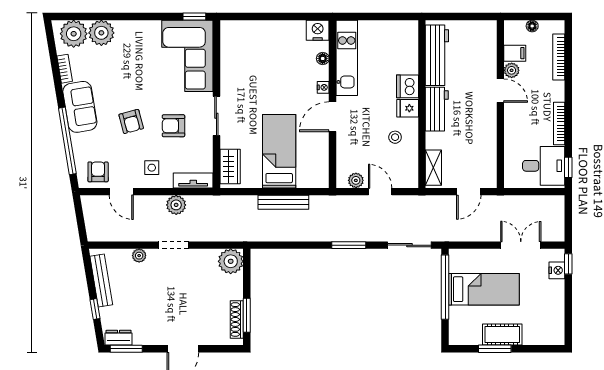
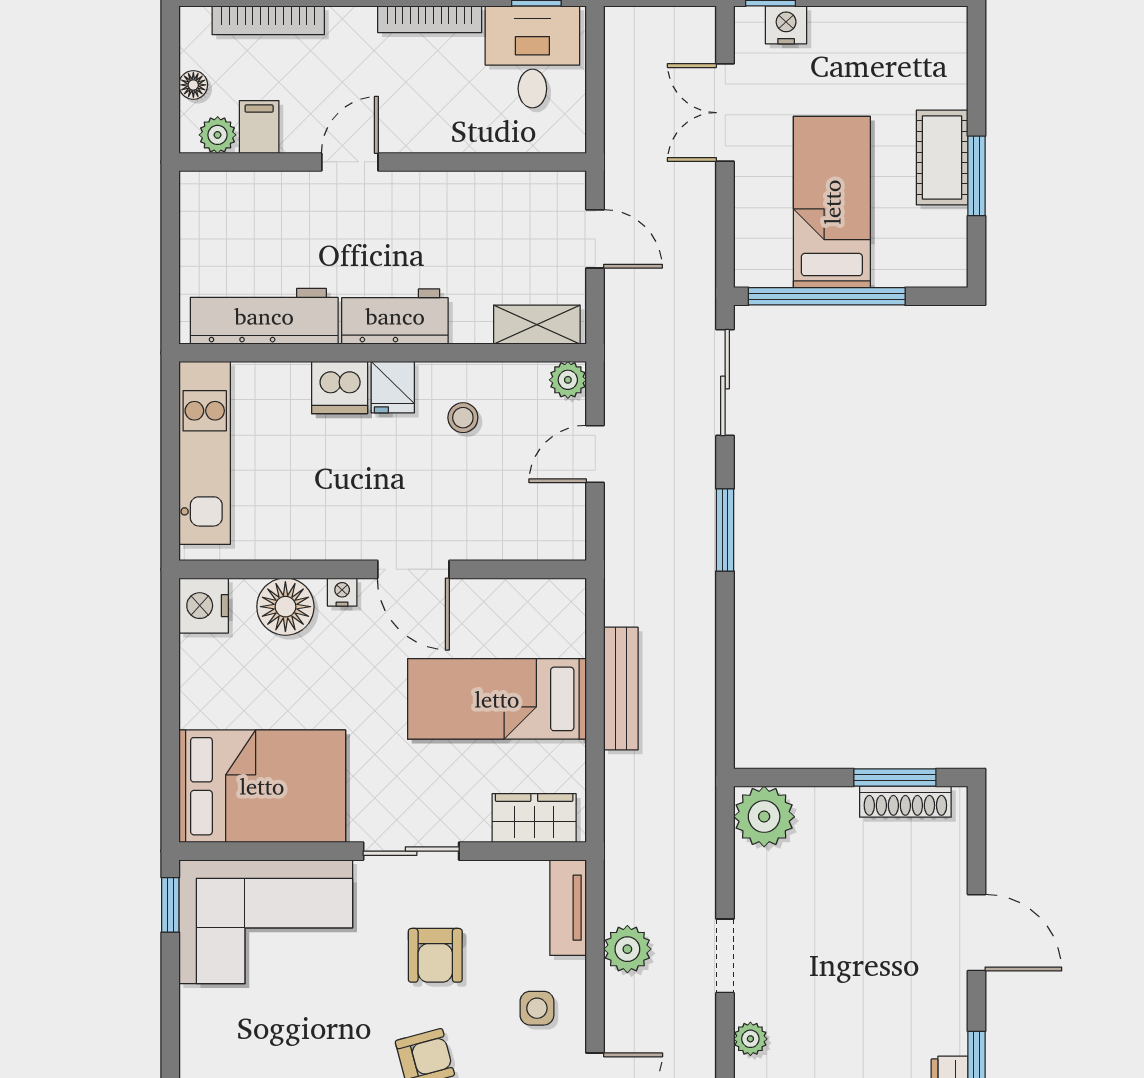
bed: (243, 54) -> (262, 786), added
floor lamp: (323, 58) -> (285, 607), width x1.89, depth x1.89
kitchen unit: (347, 58) -> (205, 453), moved, turned 90
plant: (512, 70) -> (218, 135), moved
plant: (356, 180) -> (568, 380), moved

